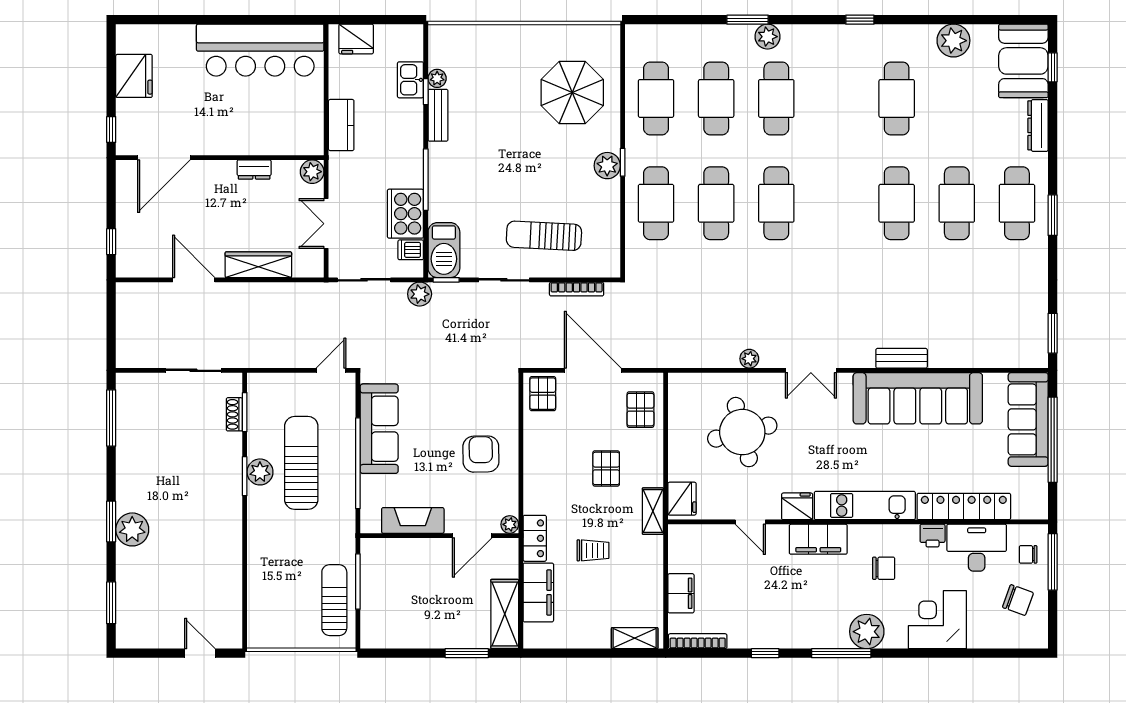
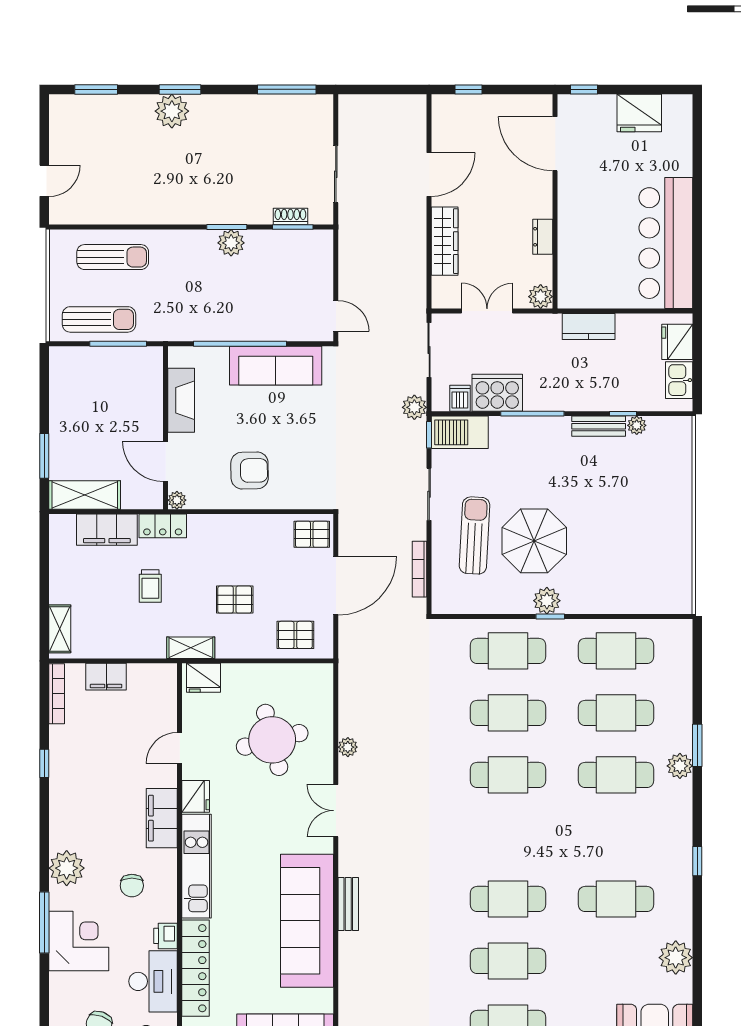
kitchen sink: (410, 80) -> (679, 380), moved, turned -90
parasol: (572, 93) -> (534, 541), moved
sun lounger: (301, 463) -> (113, 257), moved, width x0.73, depth x0.75
window: (841, 653) -> (44, 922), moved

